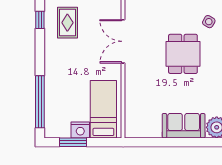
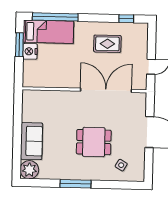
rug: (67, 23) -> (107, 44), moved
double door: (123, 41) -> (106, 90), width x1.36
bed: (103, 109) -> (48, 32), moved

